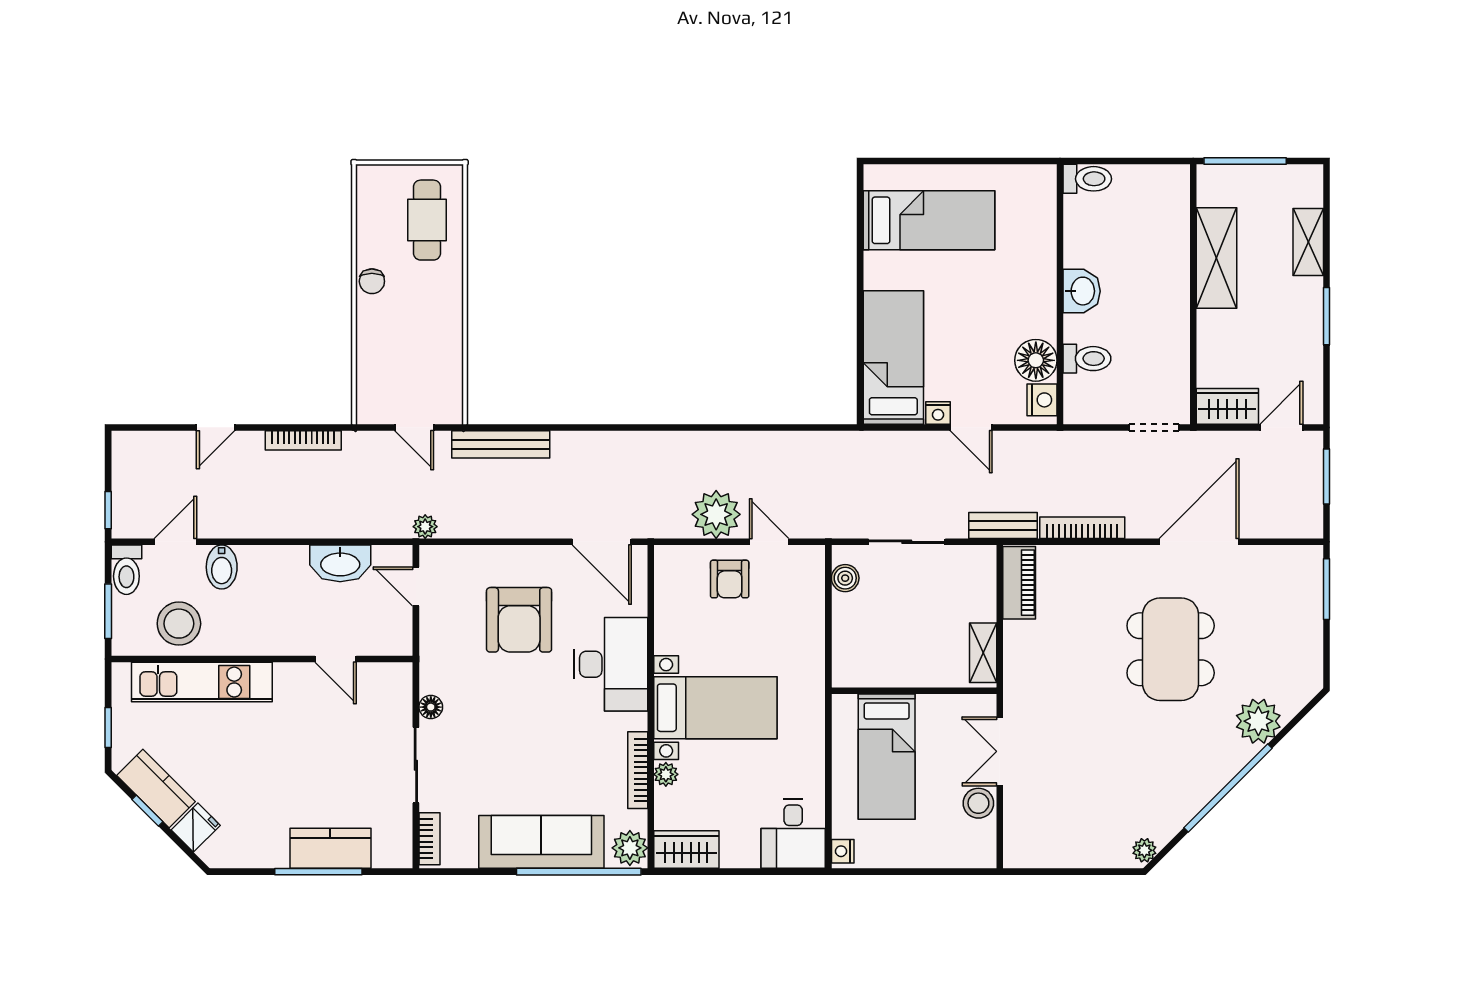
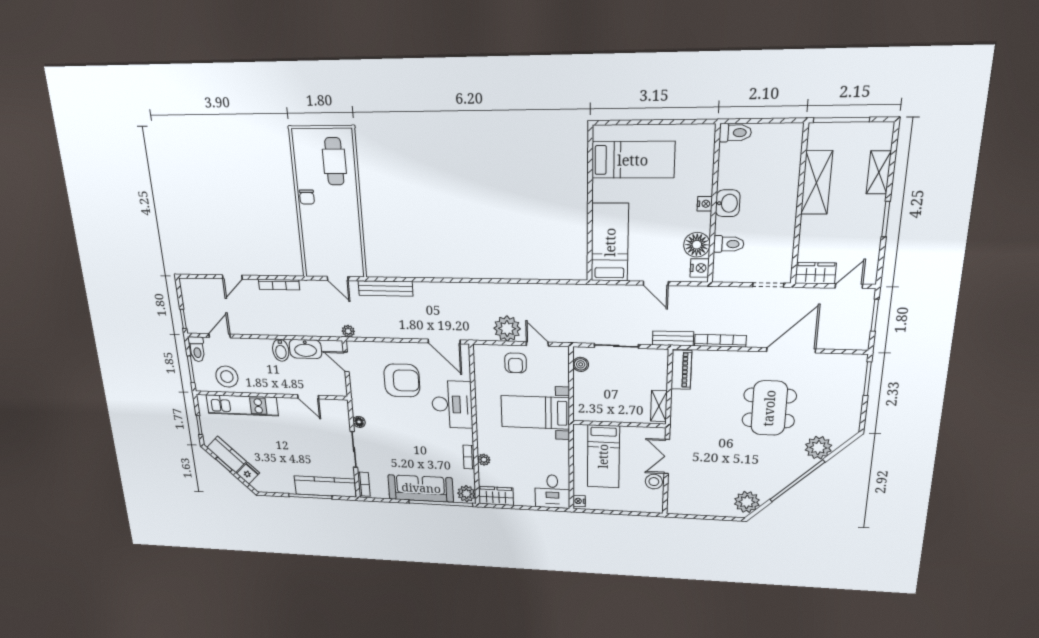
nightstand: (938, 413) -> (705, 204), moved, turned -90
bidet: (222, 567) -> (281, 350), moved
armchair: (519, 620) -> (402, 380), turned -90
bed with nightstands: (715, 708) -> (535, 412), moved, turned 180
bookcase: (638, 770) -> (469, 457), width x0.64
kitchen counter: (330, 848) -> (325, 486), width x1.50
plant: (1144, 850) -> (747, 502), width x1.88, depth x1.88

